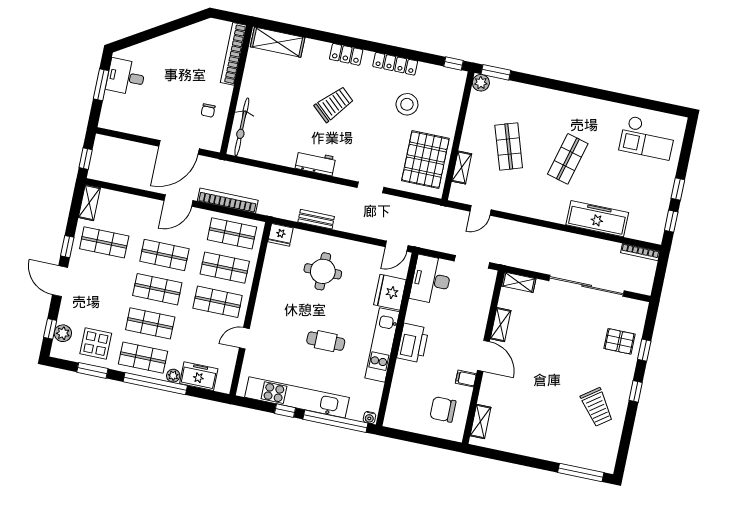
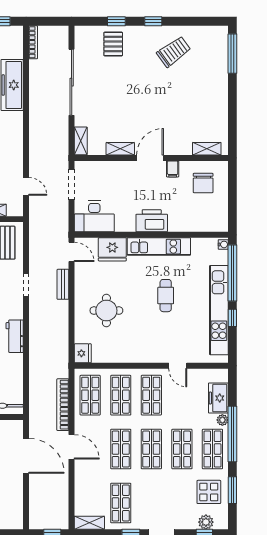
bench: (316, 219) -> (63, 284), moved

